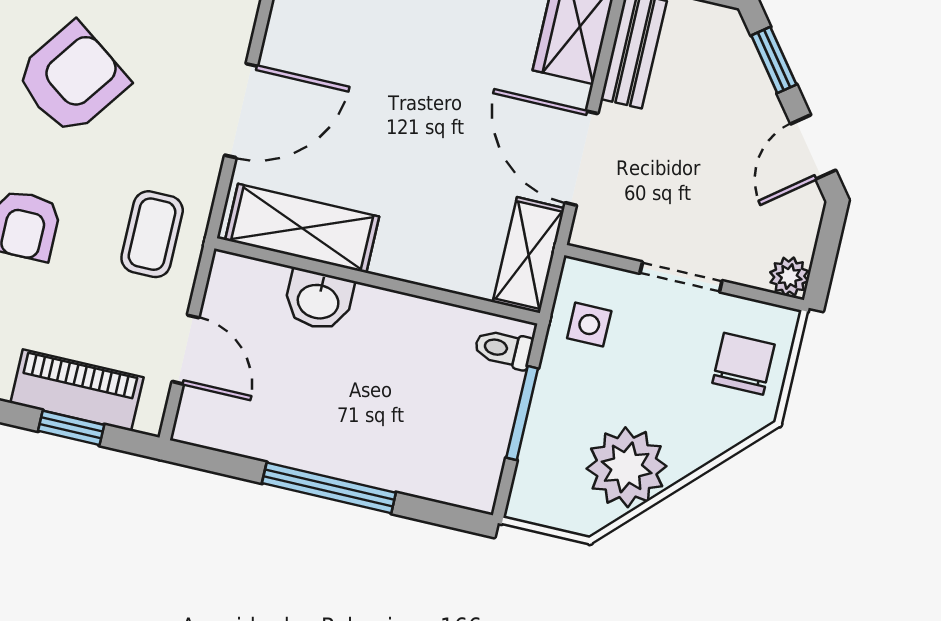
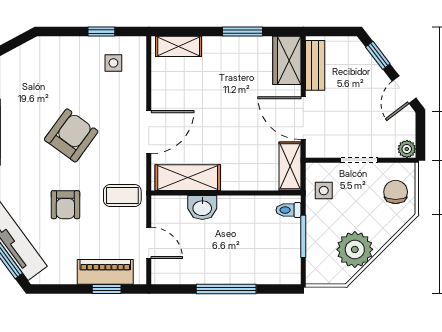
coffee table: (152, 234) -> (122, 196), turned 90

